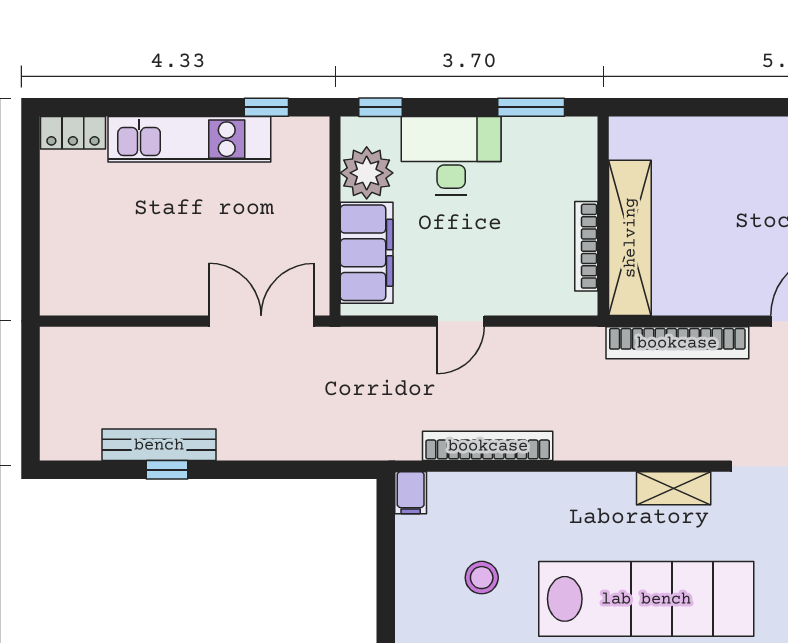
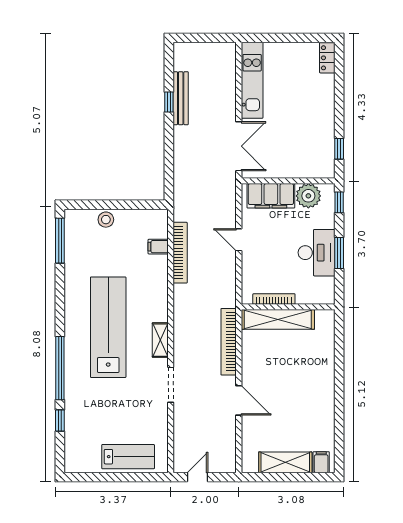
window: (531, 107) -> (339, 253), moved
kitchen unit: (189, 139) -> (252, 80), moved, turned 180
desk: (451, 155) -> (317, 253), moved
filing cabinet: (411, 493) -> (158, 247), moved
stool: (482, 578) -> (106, 220), moved
lab bench: (646, 599) -> (108, 327), turned 180

